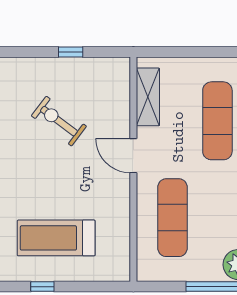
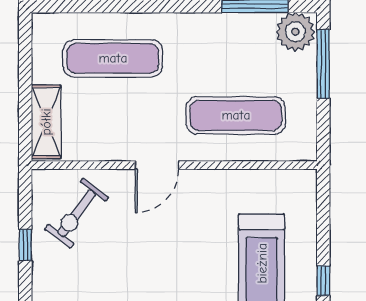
shelving: (148, 97) -> (46, 122), moved, turned 90
exercise bike: (59, 121) -> (77, 213), moved

